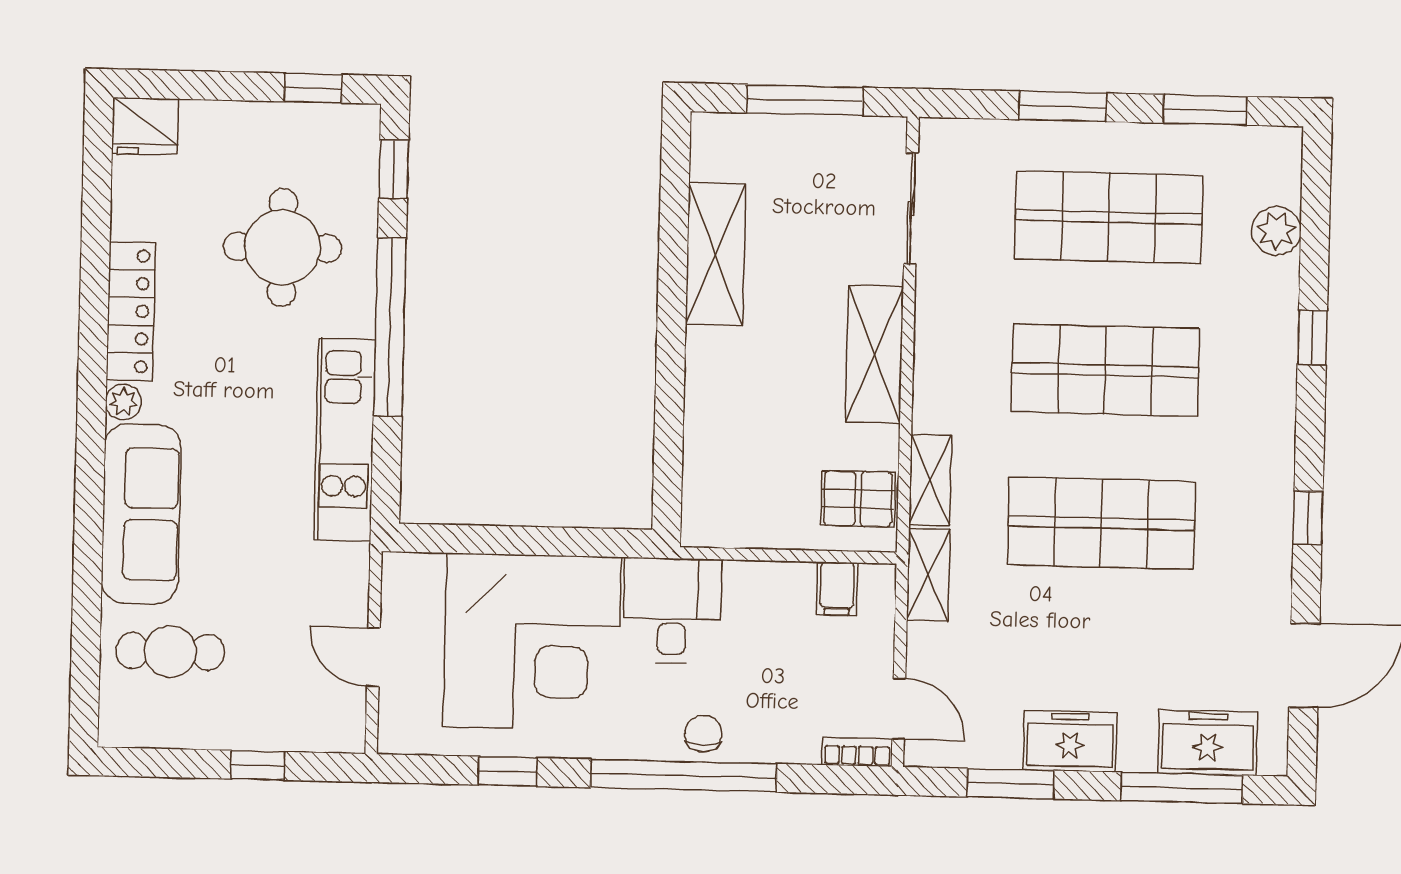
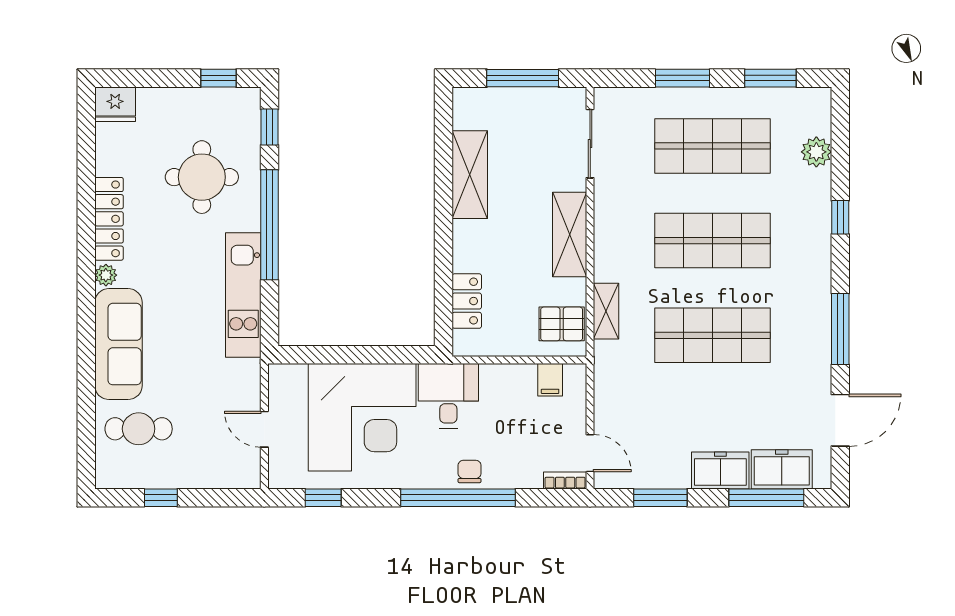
locker: (706, 458) -> (467, 301), added
window: (1308, 518) -> (840, 329), width x2.17
shelving: (928, 575) -> (606, 370), removed
freezer: (1070, 741) -> (720, 471), moved
window: (258, 765) -> (161, 498), moved
window: (508, 771) -> (323, 498), moved

